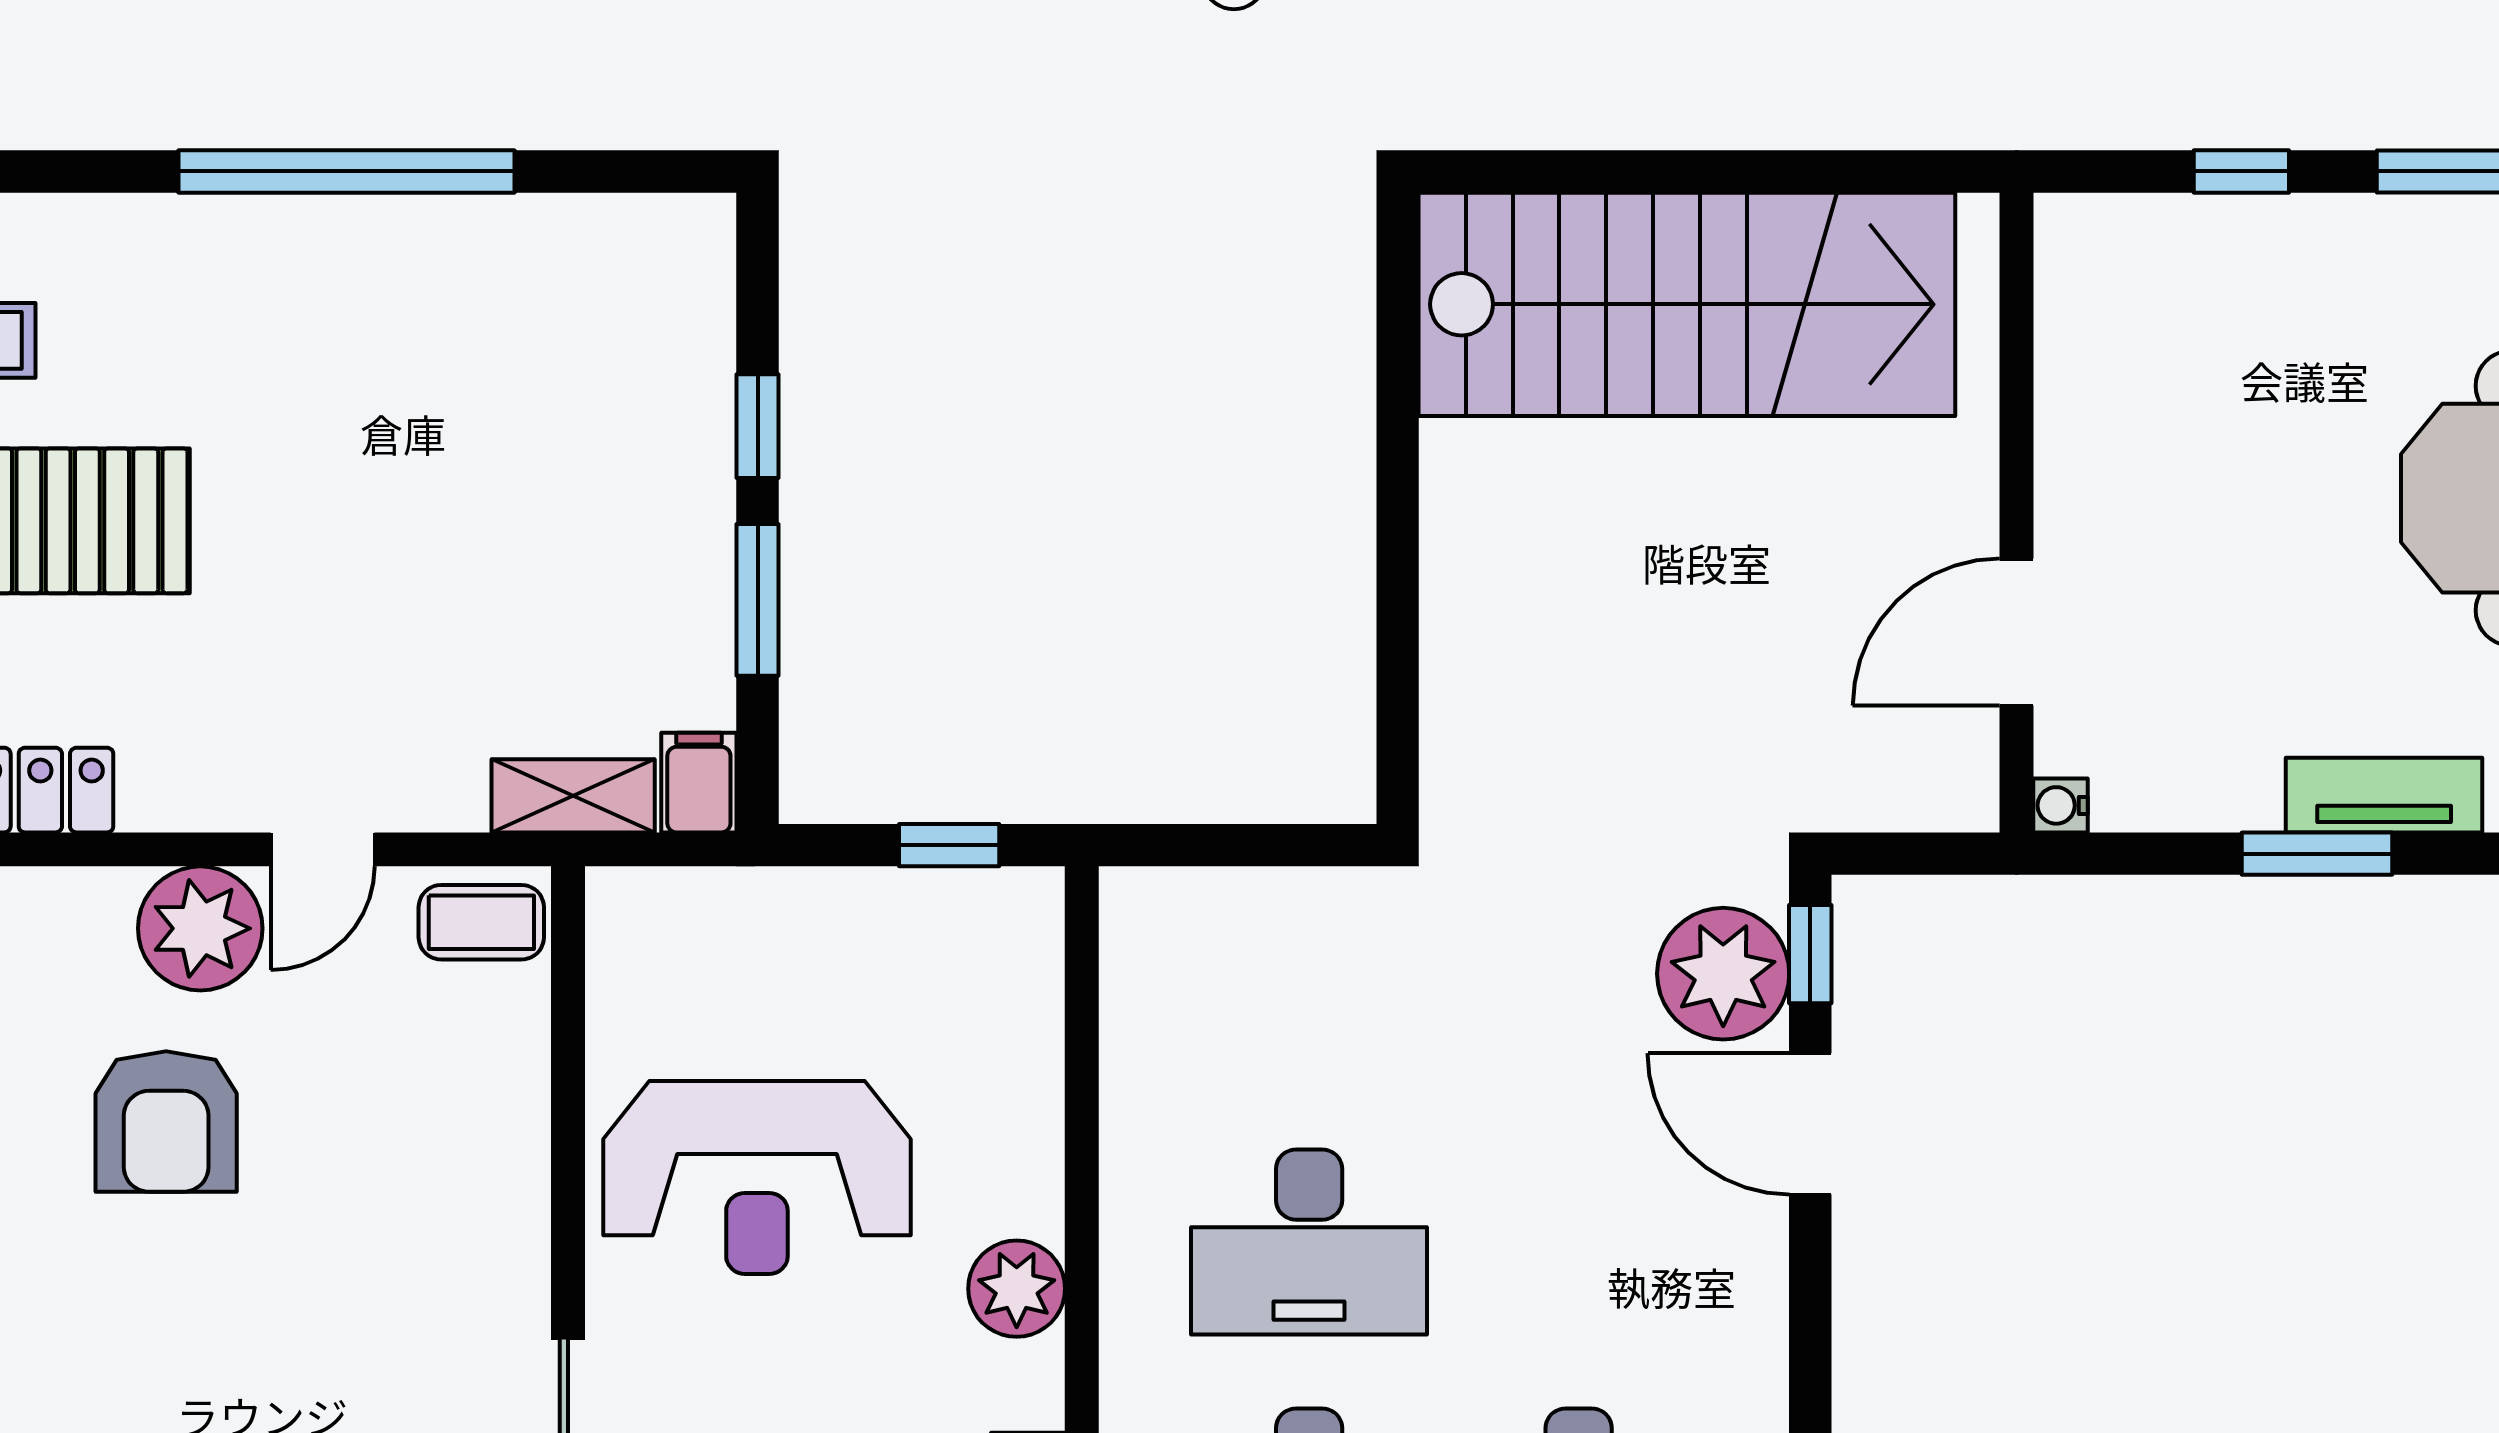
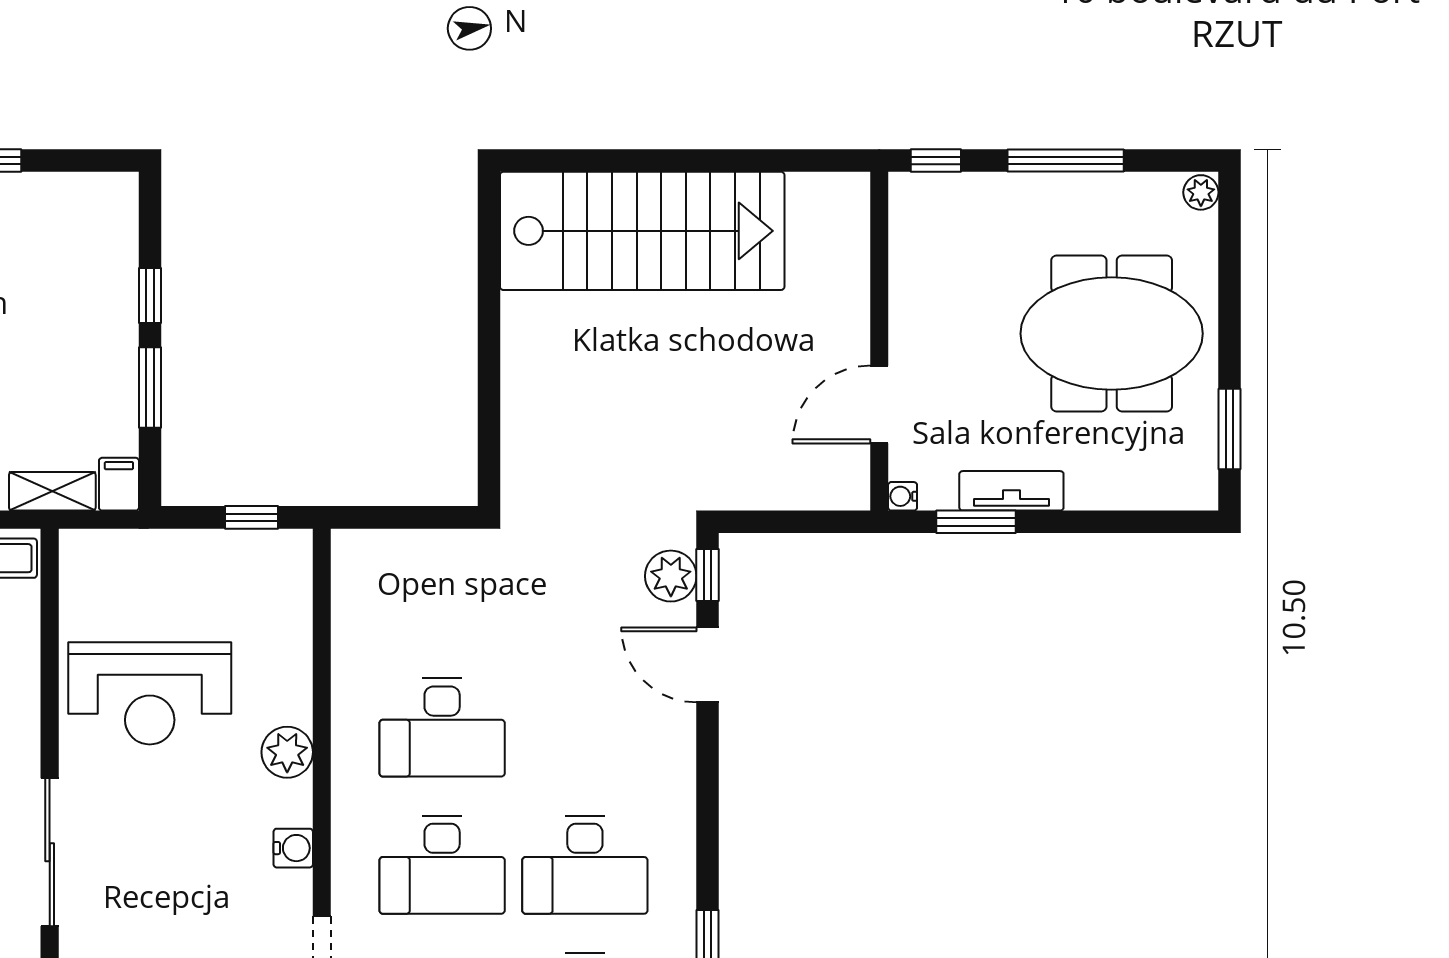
wall: (2017, 513) -> (879, 341), moved
door: (2017, 632) -> (879, 404), moved
water cooler: (2061, 805) -> (903, 496), moved
plant: (1723, 974) -> (671, 576), width x0.73, depth x0.73

